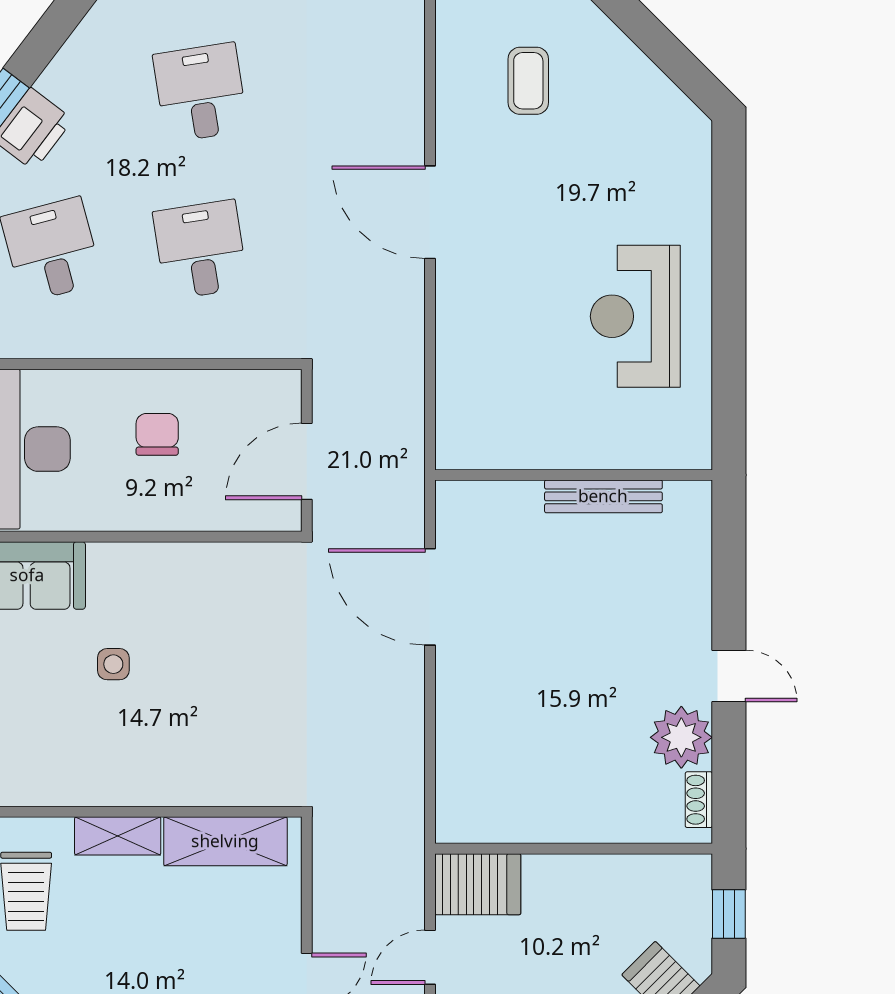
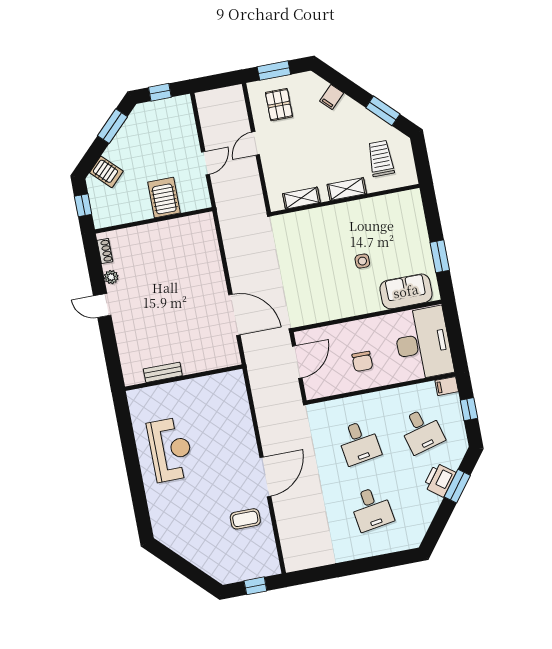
coffee table: (528, 81) -> (245, 519), moved, turned 90
door: (430, 212) -> (265, 477), hinge flipped
bench: (603, 496) -> (163, 372), width x0.73
plant: (681, 737) -> (111, 277), width x0.53, depth x0.53
shelving: (225, 841) -> (301, 198), width x0.67, depth x0.75
server rack: (478, 884) -> (164, 197), moved, turned 90

